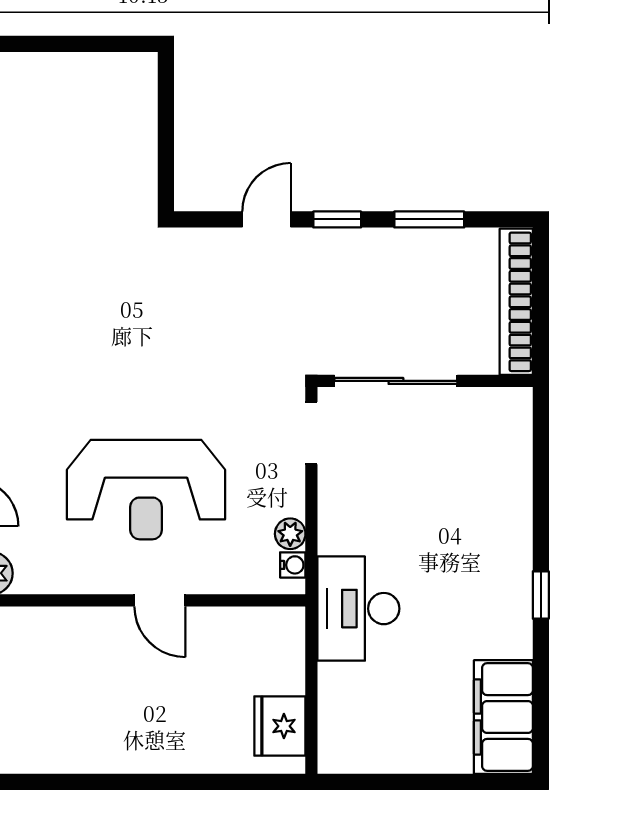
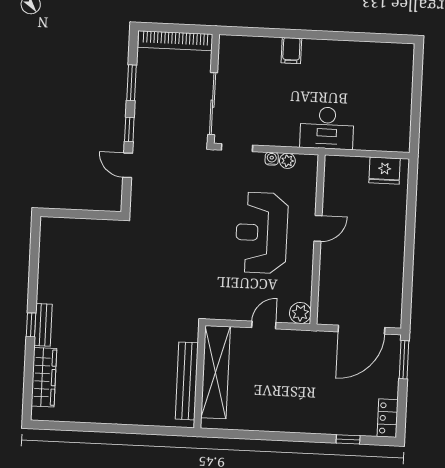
reception desk: (146, 490) -> (262, 233), turned 180
water cooler: (293, 565) -> (272, 159), moved
window: (541, 595) -> (324, 35), removed
filing cabinet: (503, 717) -> (291, 51), moved, width x0.33, depth x0.86

